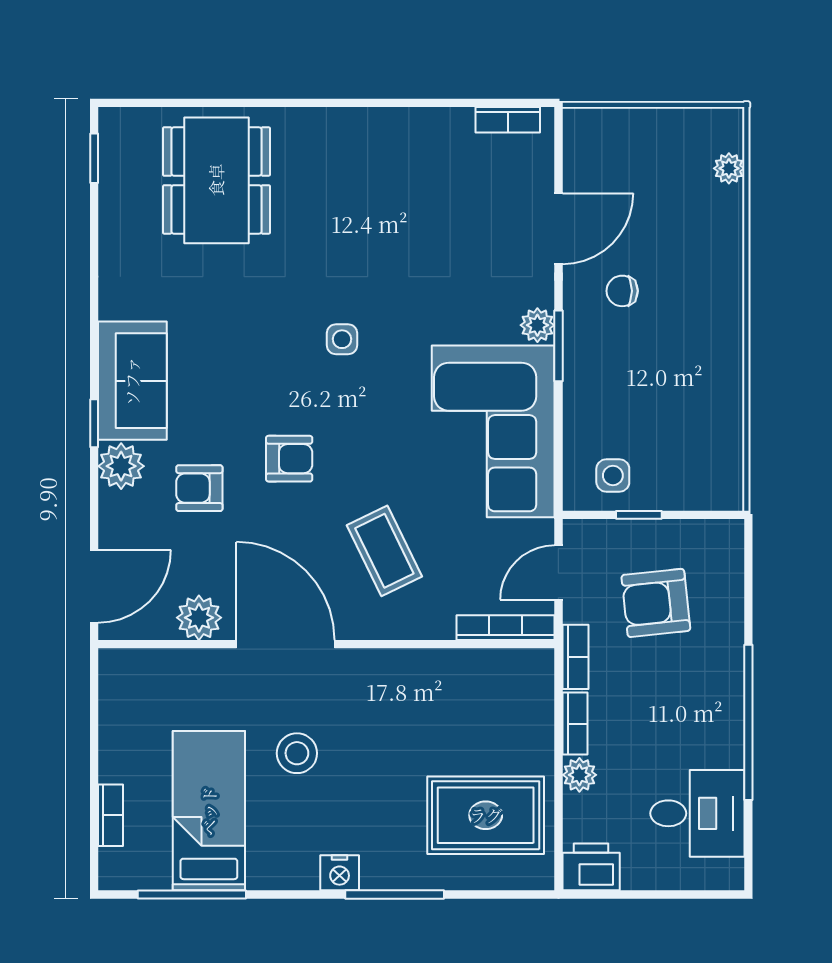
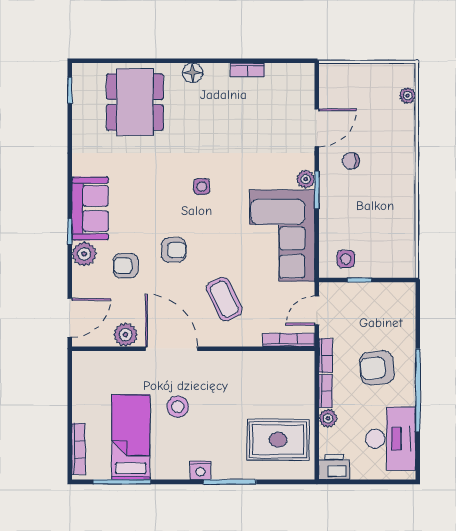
bookcase: (508, 120) -> (247, 70), moved
floor lamp: (325, 126) -> (193, 73), added
armchair: (656, 603) -> (377, 368), moved
desk: (697, 813) -> (391, 439), width x1.37
bookcase: (110, 815) -> (79, 449), width x1.56

